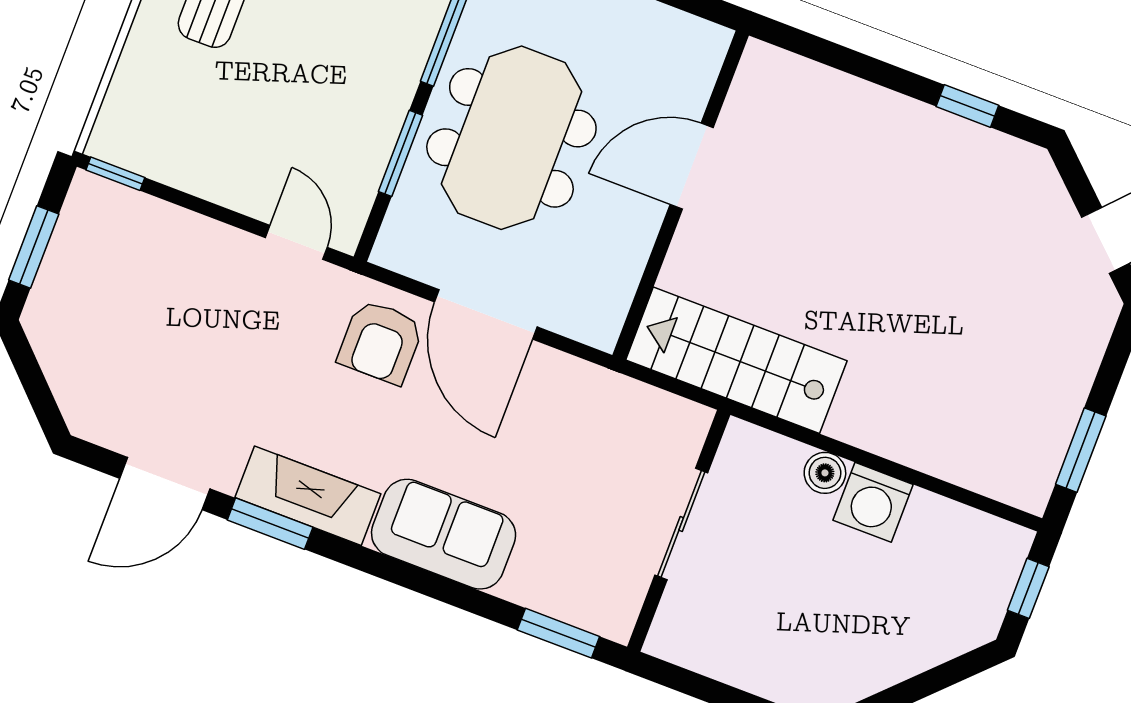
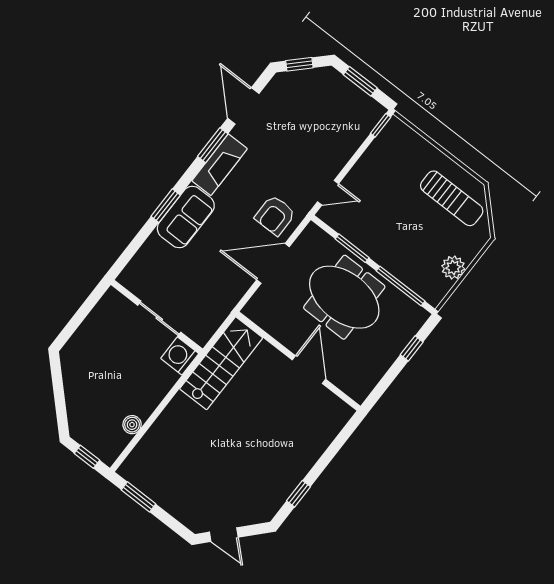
armchair: (381, 342) -> (275, 215), turned -90
window: (37, 390) -> (299, 64), added
boiler: (825, 473) -> (132, 425), moved
washing machine: (873, 502) -> (180, 356), moved
window: (558, 633) -> (166, 206), moved

